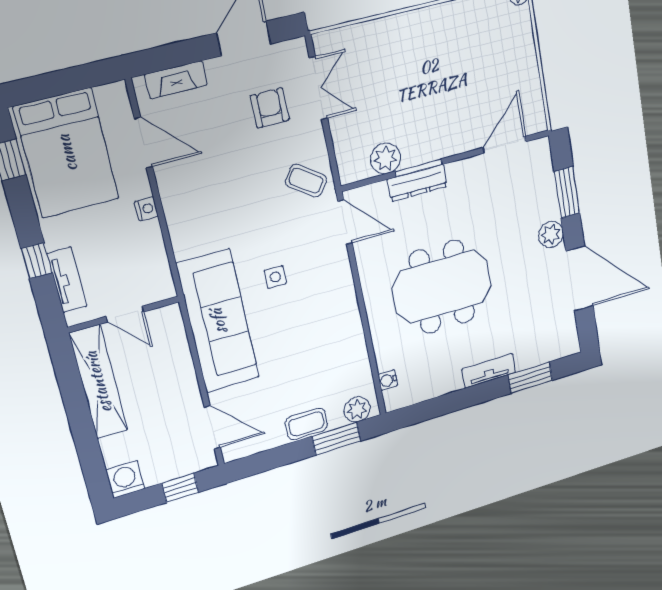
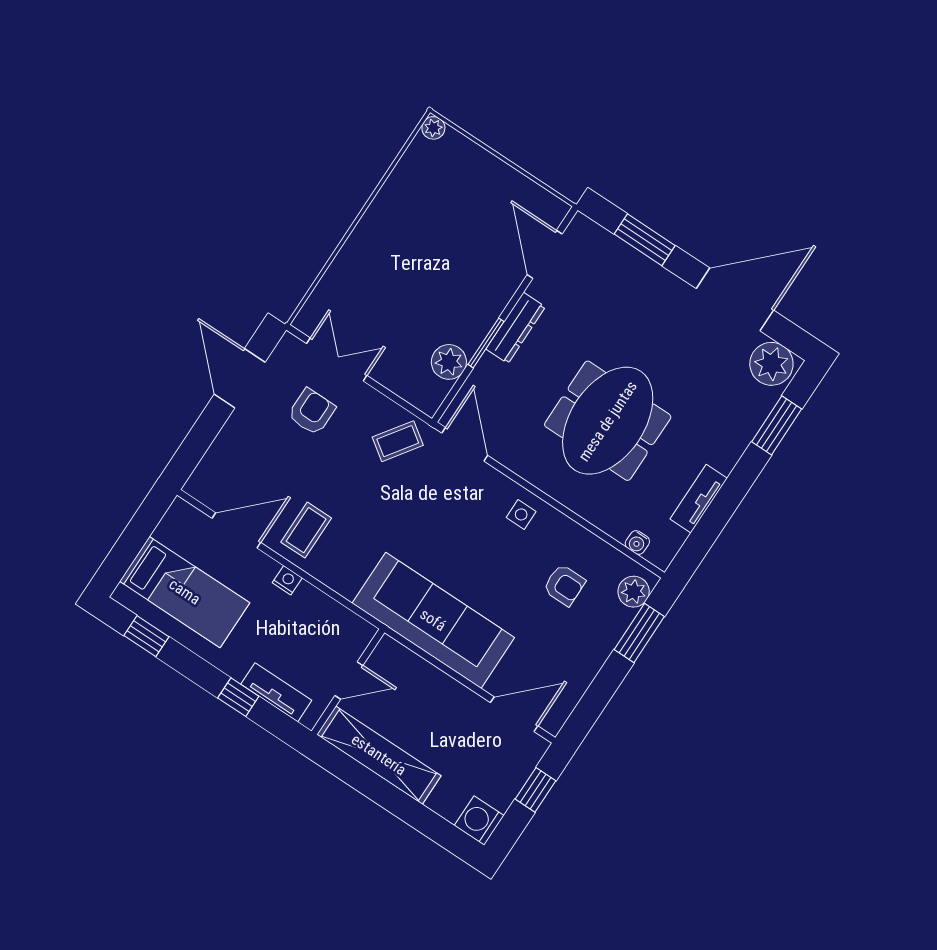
fireplace: (176, 80) -> (216, 459), removed
armchair: (270, 108) -> (312, 412), turned 90
bed: (67, 153) -> (185, 592), width x0.67
dresser: (417, 183) -> (516, 328), moved
door: (345, 222) -> (465, 444), hinge flipped
plant: (551, 234) -> (771, 364), moved, width x1.36, depth x1.36
side table: (275, 277) -> (521, 514), moved
armchair: (320, 369) -> (564, 585), added
tv unit: (489, 371) -> (699, 499), moved
coffee table: (306, 424) -> (306, 530), moved

